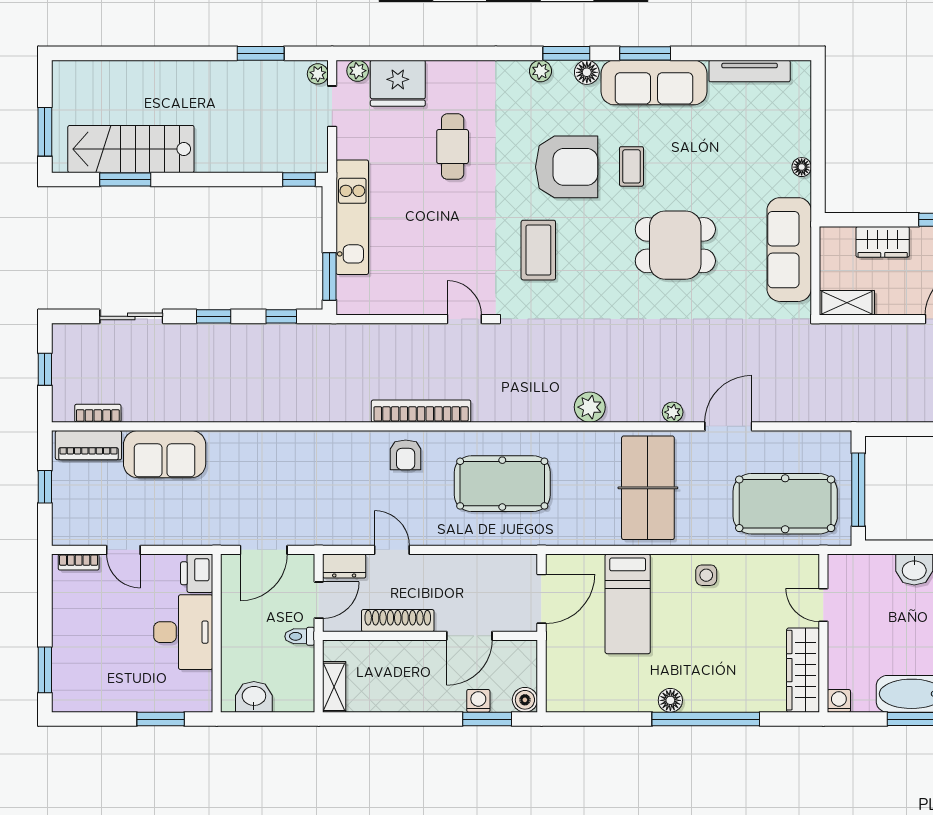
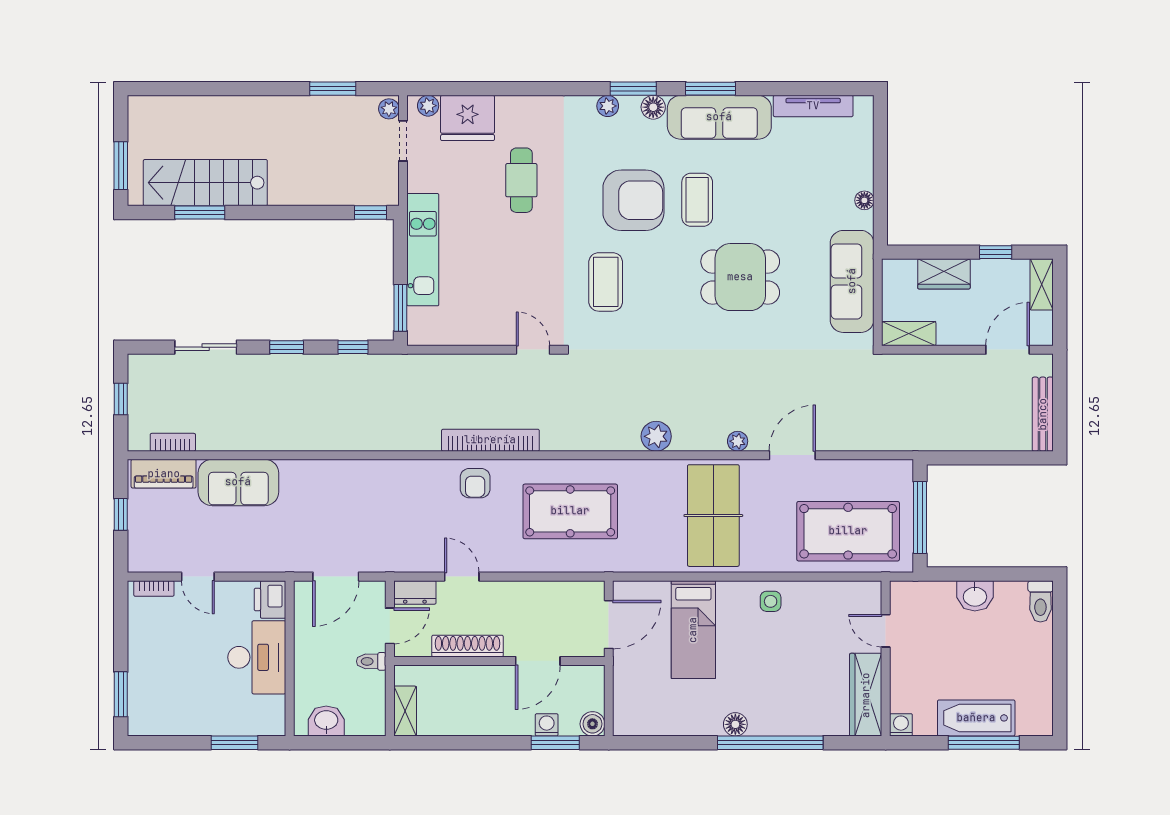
coffee table: (631, 166) -> (697, 200), width x1.36, depth x1.30

